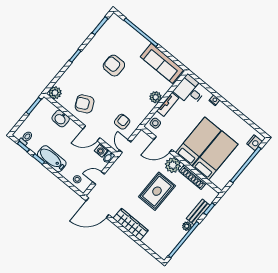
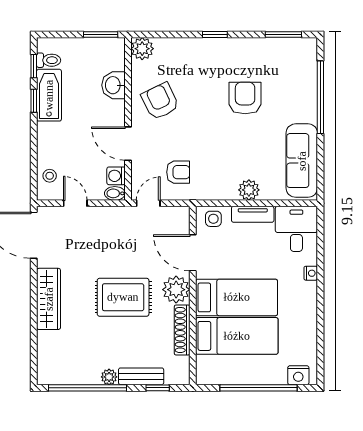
bathtub: (52, 159) -> (49, 95), moved

